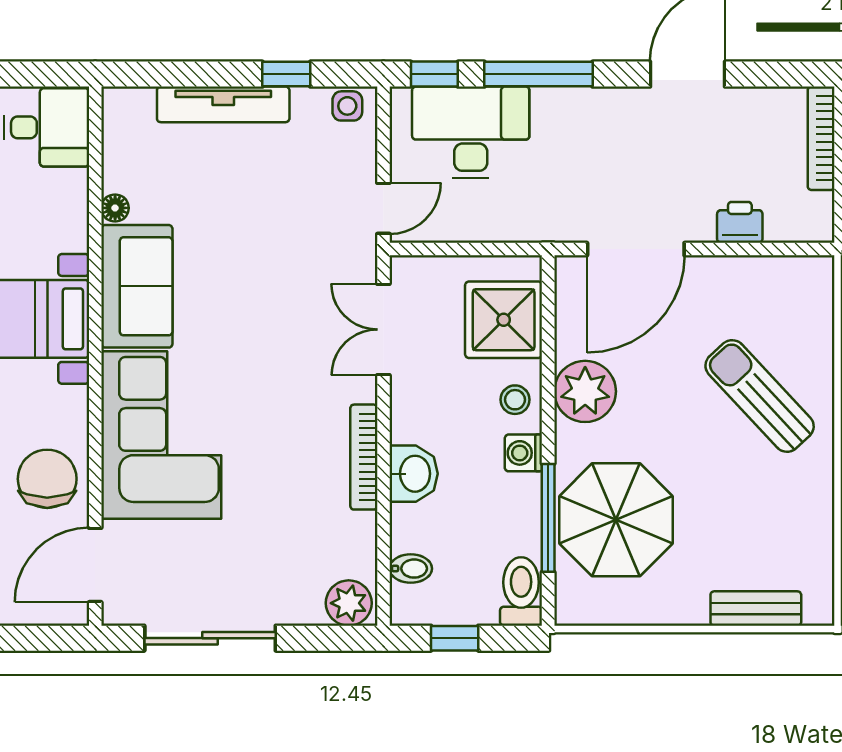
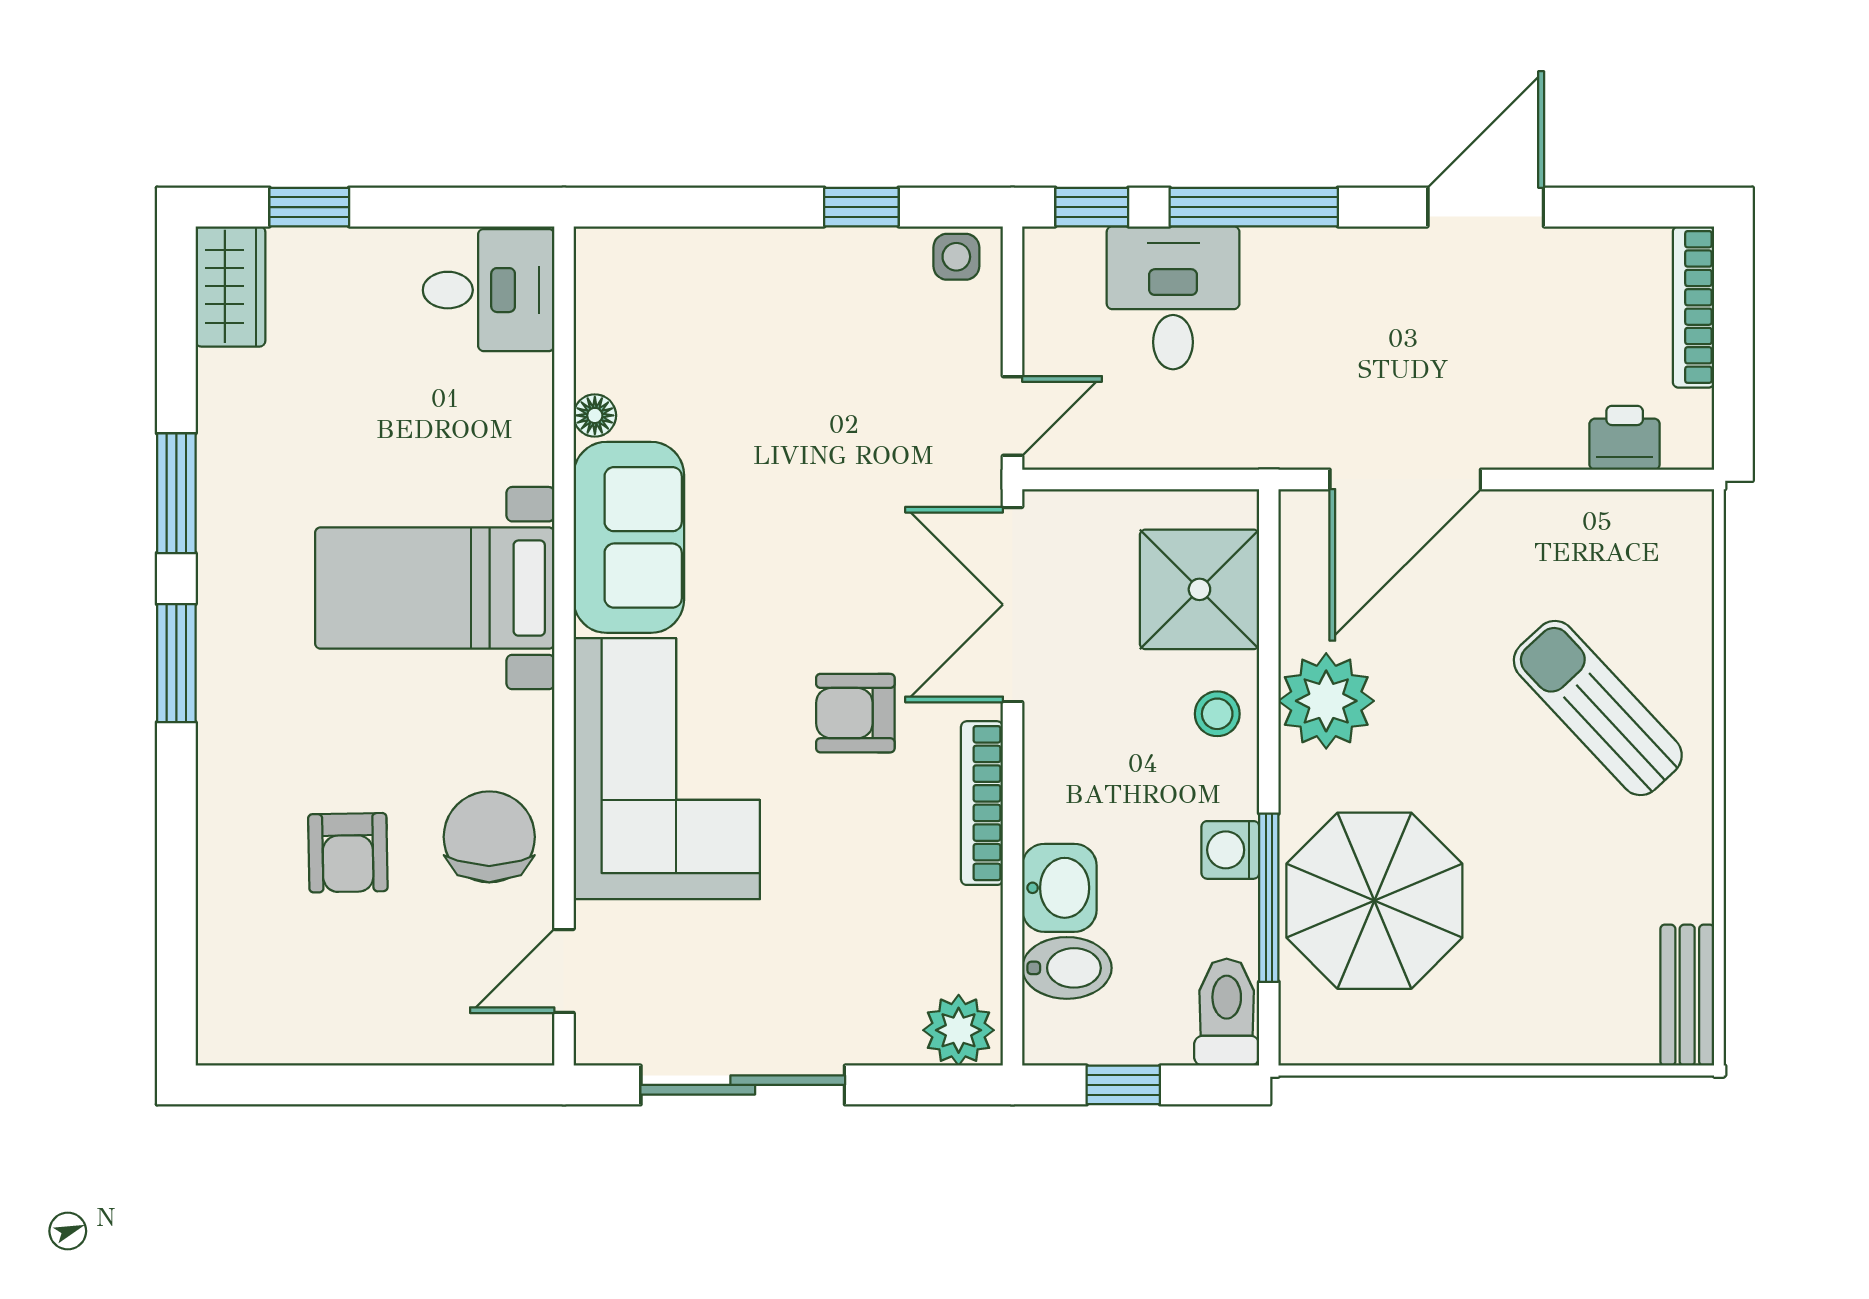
tv unit: (223, 104) -> (763, 254), removed
desk: (471, 132) -> (1173, 298), width x0.73
printer: (740, 222) -> (1625, 438), moved
double door: (383, 330) -> (1013, 605), width x1.37
armchair: (282, 399) -> (855, 713), added
washing machine: (523, 453) -> (1230, 850), moved
washbasin: (414, 474) -> (1059, 888), moved
door: (95, 565) -> (564, 971), width x0.73
bidet: (411, 569) -> (1067, 968), width x1.38, depth x1.36
bench: (756, 609) -> (1687, 995), moved, turned 90

